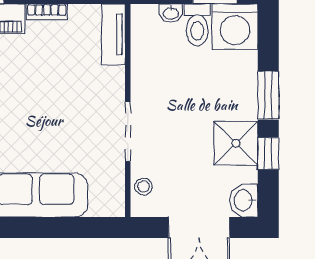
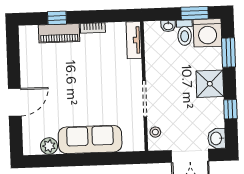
window: (268, 95) -> (228, 53), moved
shower: (236, 143) -> (210, 84), moved

